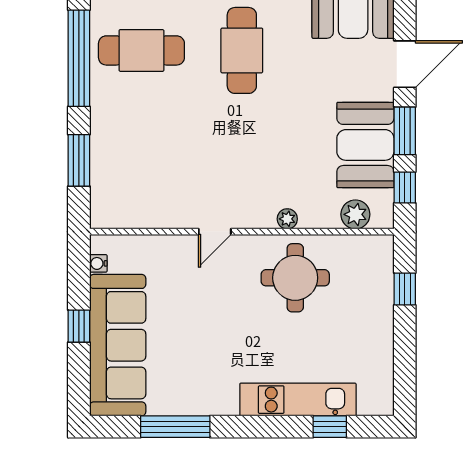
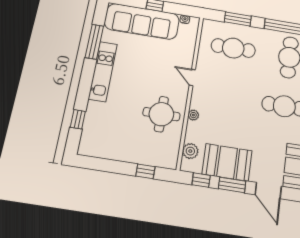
cafe table: (141, 162) -> (233, 48), added
kitchen unit: (298, 400) -> (103, 71), moved

